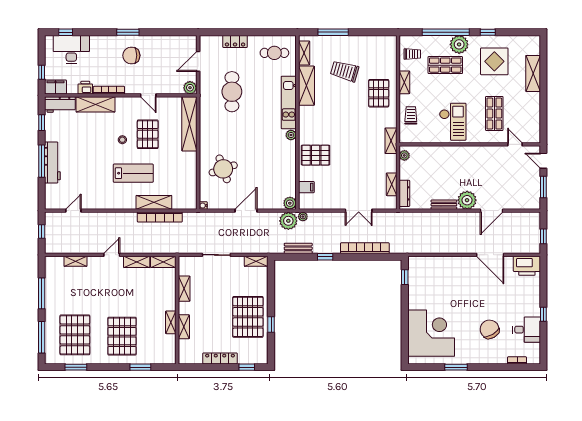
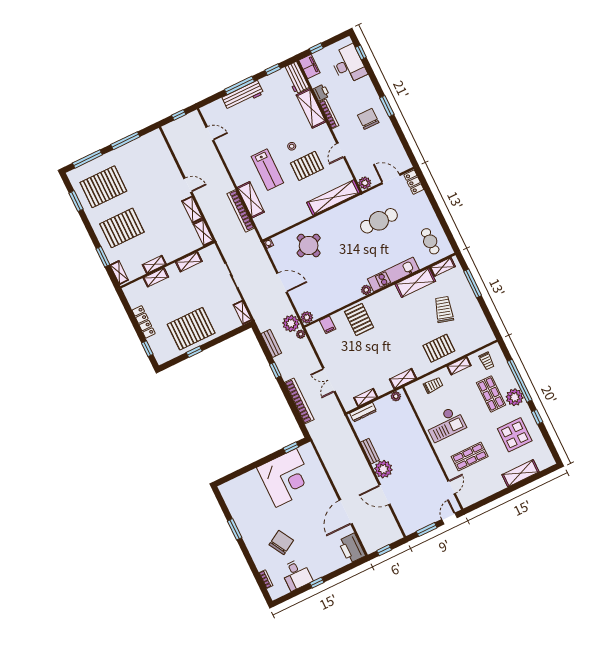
locker: (235, 41) -> (414, 182), moved
shelving: (75, 261) -> (119, 273), moved
corner desk: (431, 333) -> (286, 478), moved

